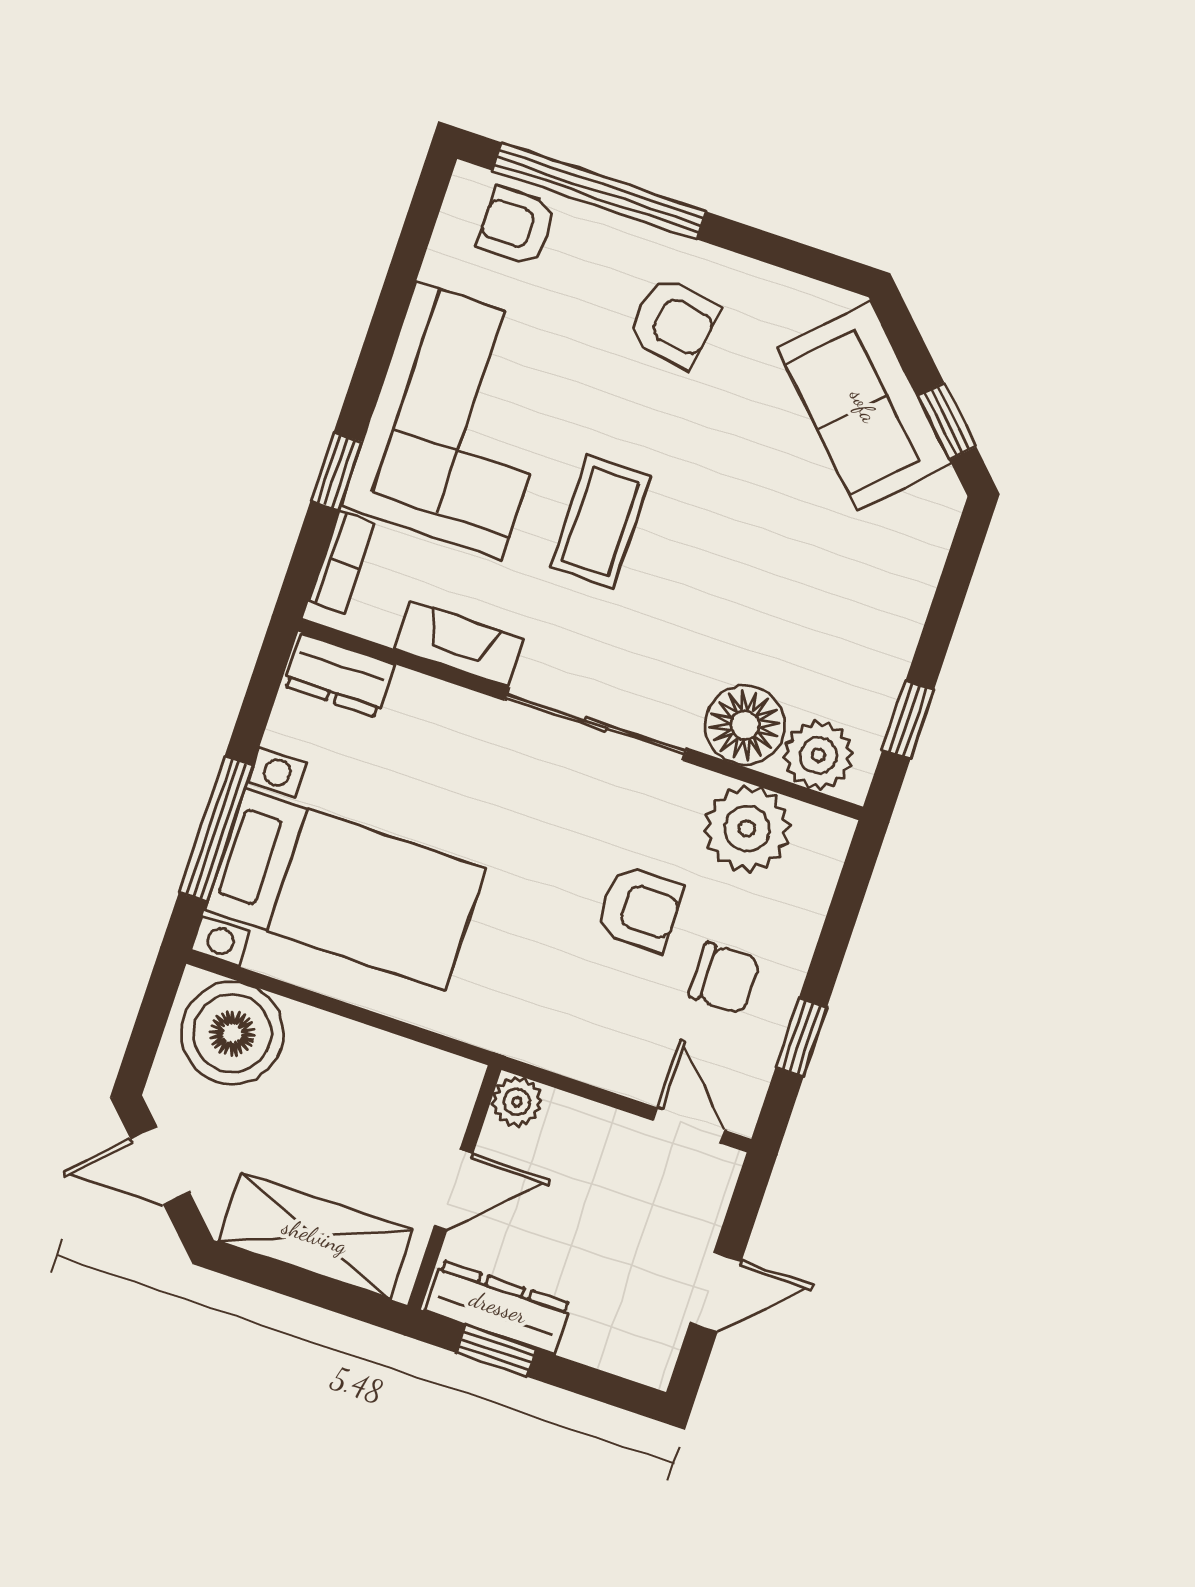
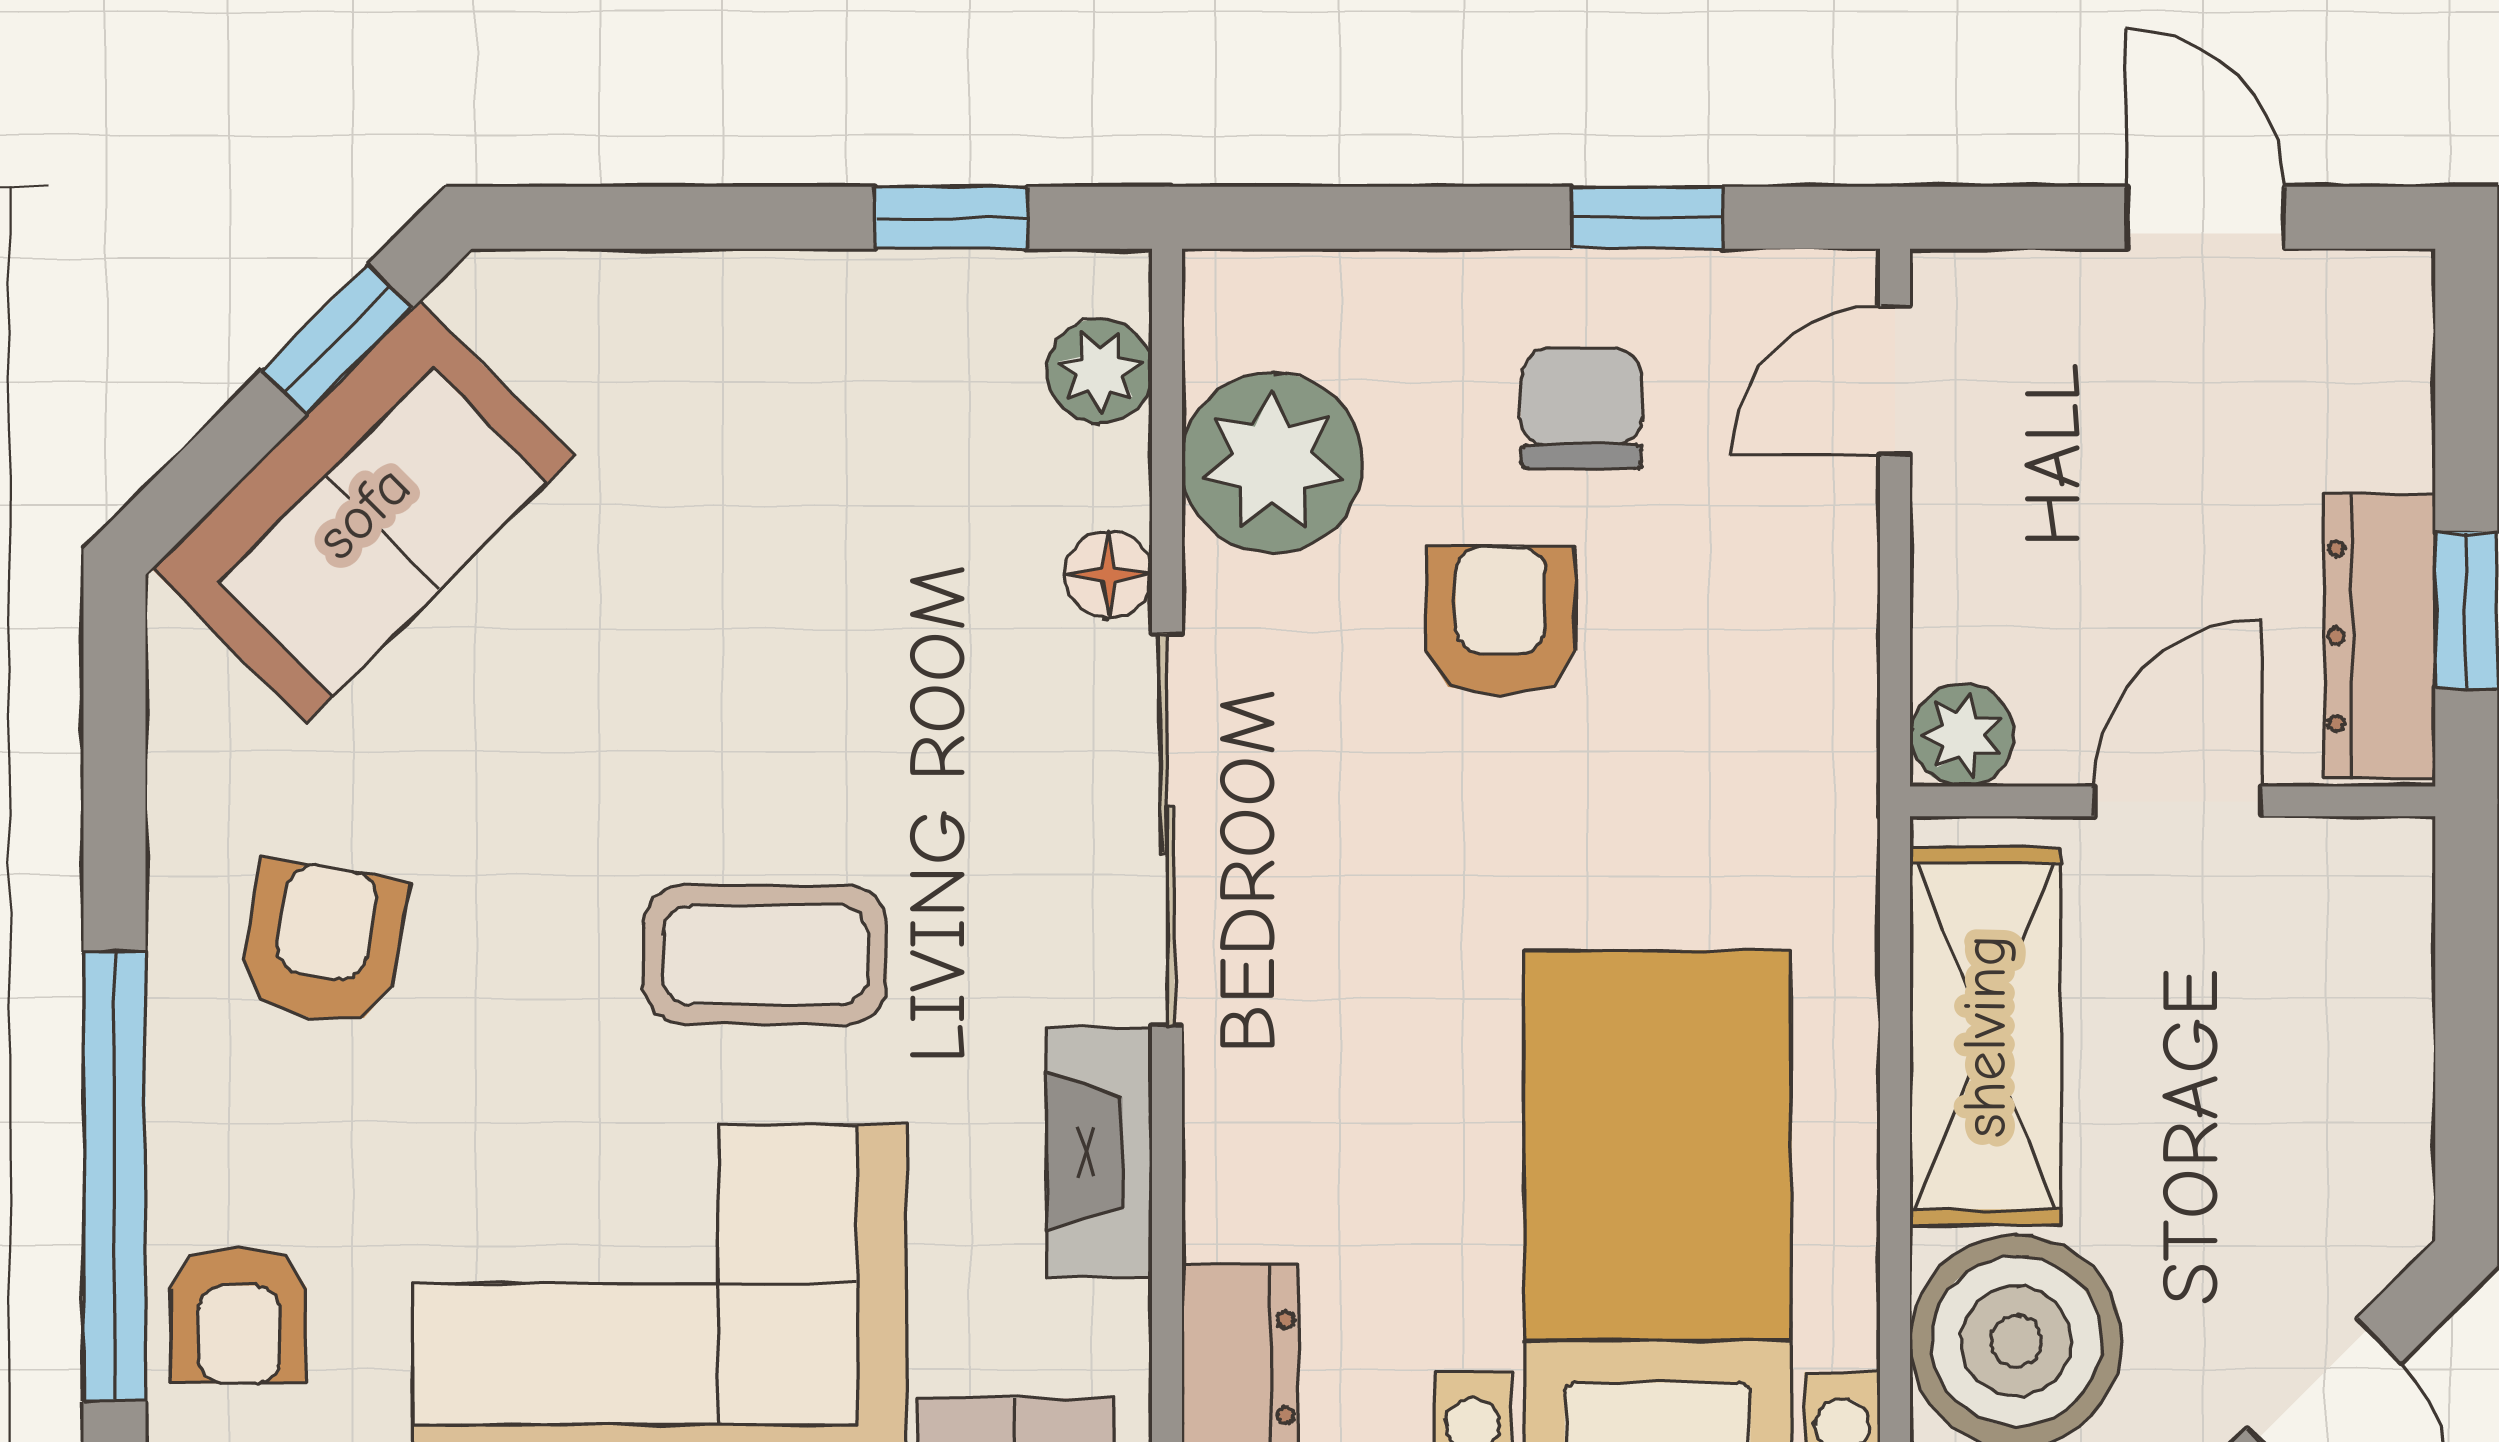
floor lamp: (745, 725) -> (1108, 574), width x0.53, depth x0.53
plant: (818, 755) -> (1100, 371), width x0.73, depth x0.73
door: (454, 1190) -> (2178, 801), hinge flipped
shelving: (315, 1236) -> (1985, 1036), moved

